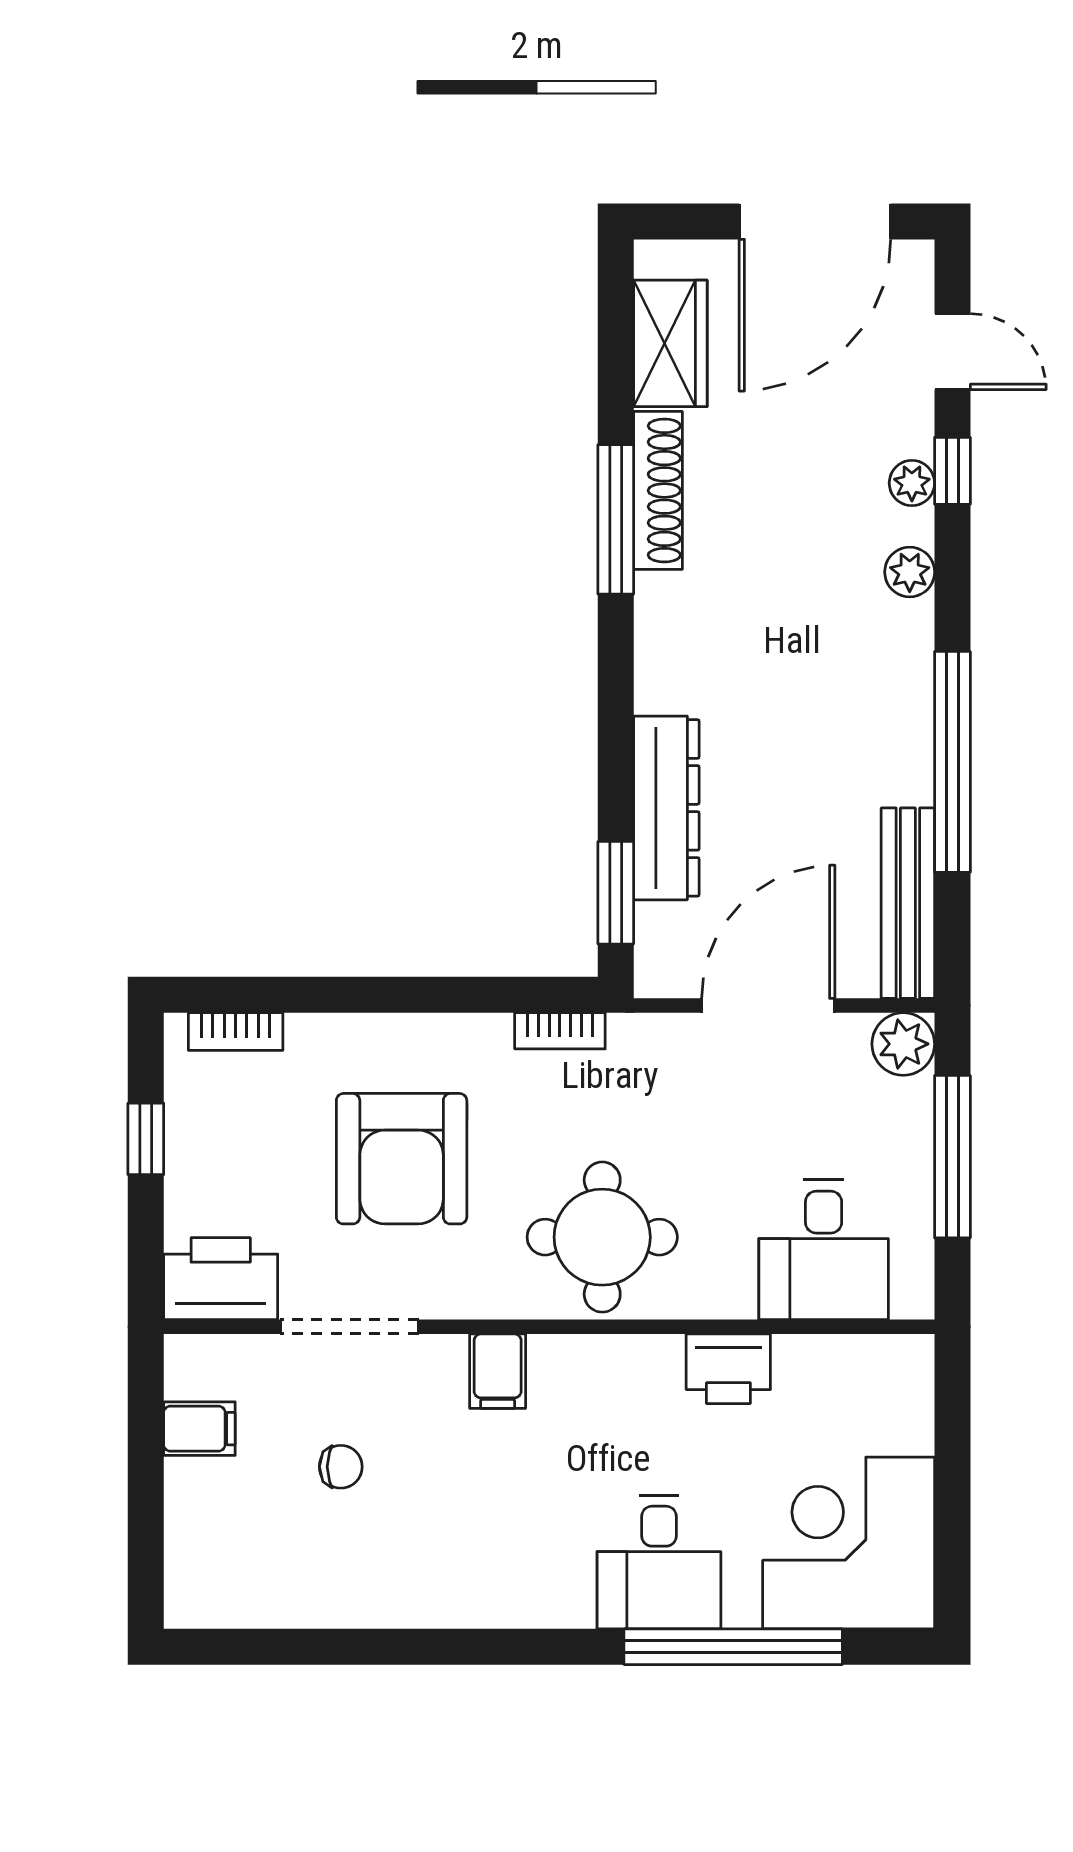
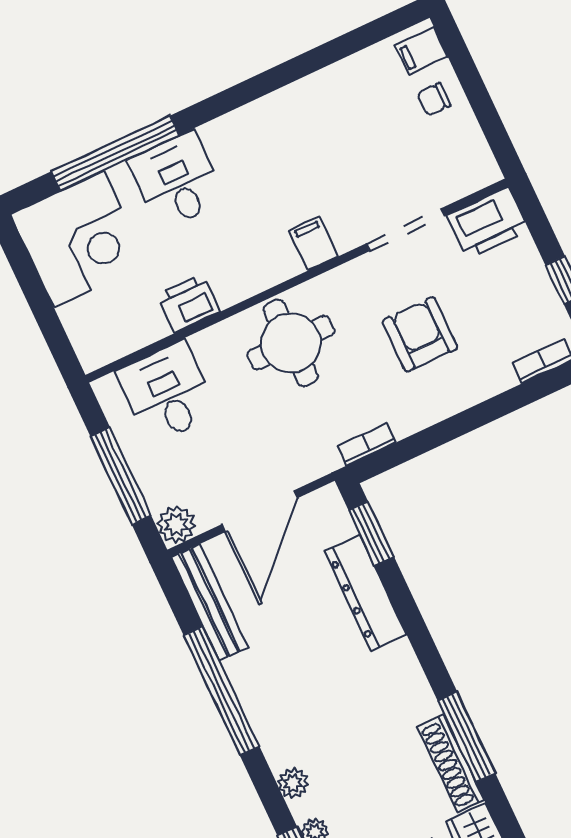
armchair: (402, 1159) -> (420, 334), width x0.73, depth x0.73
filing cabinet: (199, 1429) -> (422, 51), moved
chair: (341, 1467) -> (434, 99), moved

